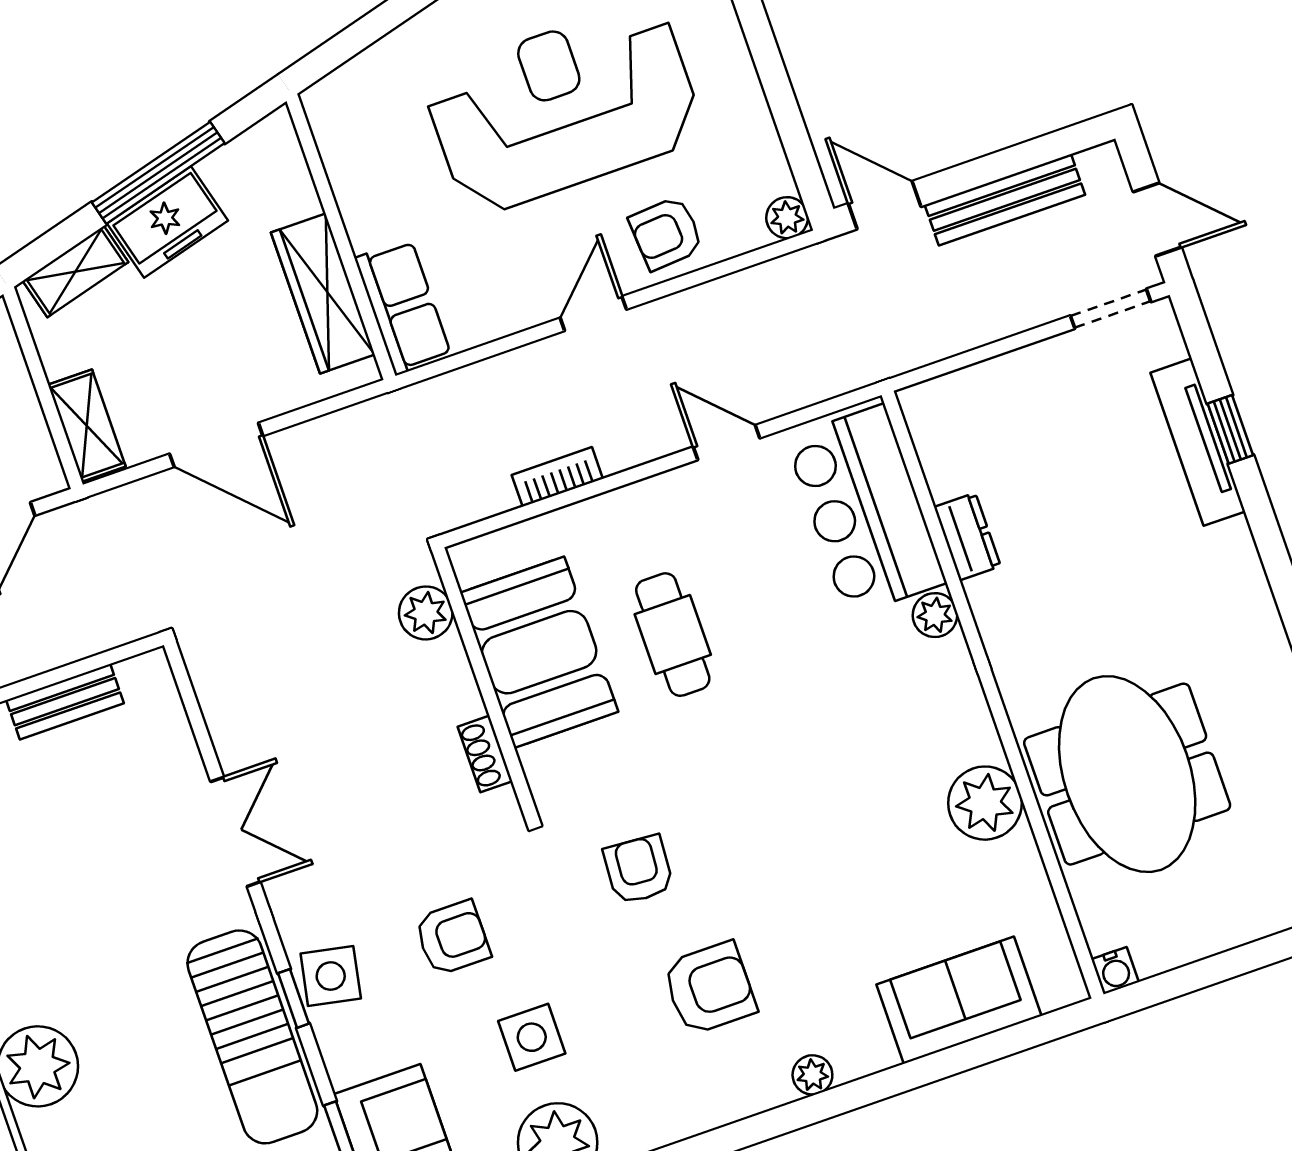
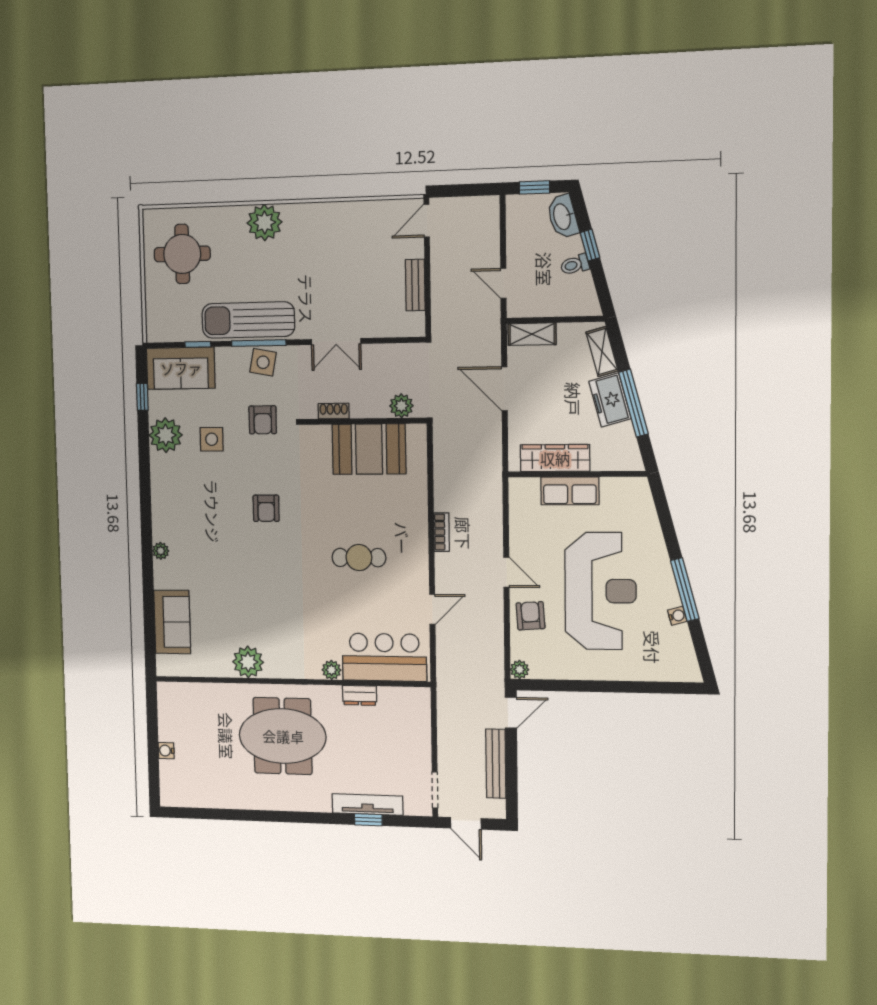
door: (1157, 220) -> (466, 823), hinge flipped
row of seats: (403, 307) -> (570, 491), moved
door: (216, 445) -> (504, 389), hinge flipped
plant: (426, 613) -> (401, 406), moved
booth: (539, 652) -> (369, 449), moved
wall: (485, 683) -> (364, 421), moved
shoe rack: (485, 754) -> (334, 411), moved
meeting table: (1127, 774) -> (283, 736), moved
armchair: (638, 870) -> (266, 508), turned 86
water cooler: (1115, 971) -> (166, 751), moved
armchair: (710, 988) -> (209, 521), removed
window: (293, 998) -> (259, 343), width x2.17

